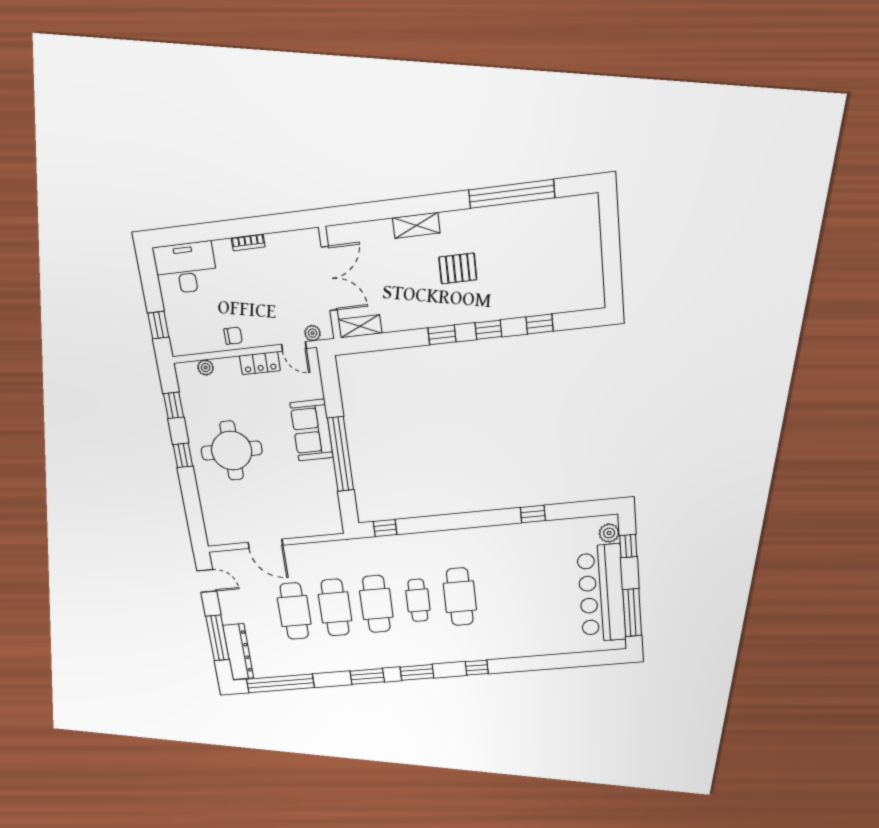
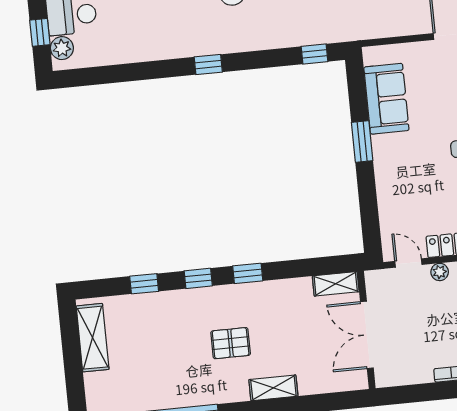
shelving: (590, 272) -> (93, 338), added
plant: (312, 333) -> (440, 272), moved
sofa: (312, 430) -> (386, 99), moved
window: (341, 454) -> (362, 141), width x0.47
window: (533, 514) -> (208, 65), moved

